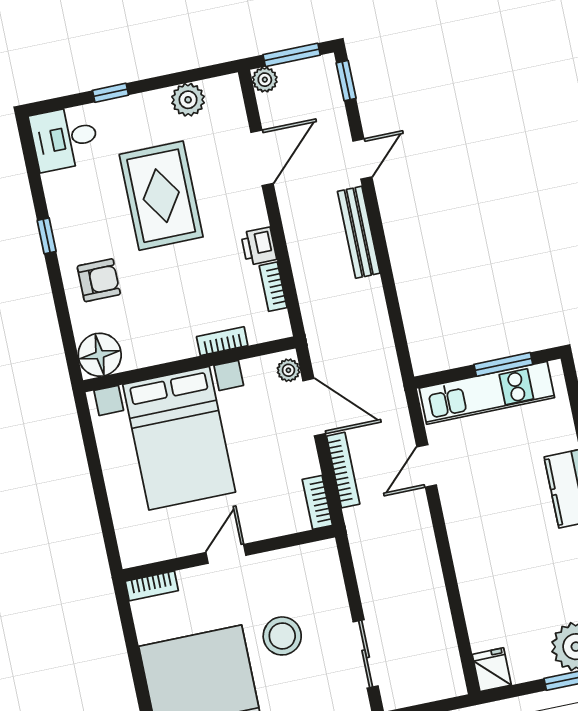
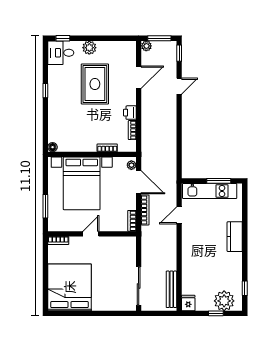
window: (110, 93) -> (63, 38), moved
plant: (188, 100) -> (89, 48), moved
bench: (359, 232) -> (171, 289), moved
armchair: (99, 280) -> (63, 113), removed
floor lamp: (100, 355) -> (53, 147), width x0.53, depth x0.53
window: (104, 511) -> (45, 206), added
stool: (282, 636) -> (107, 272), removed
sliding door: (366, 654) -> (139, 286), width x1.37

